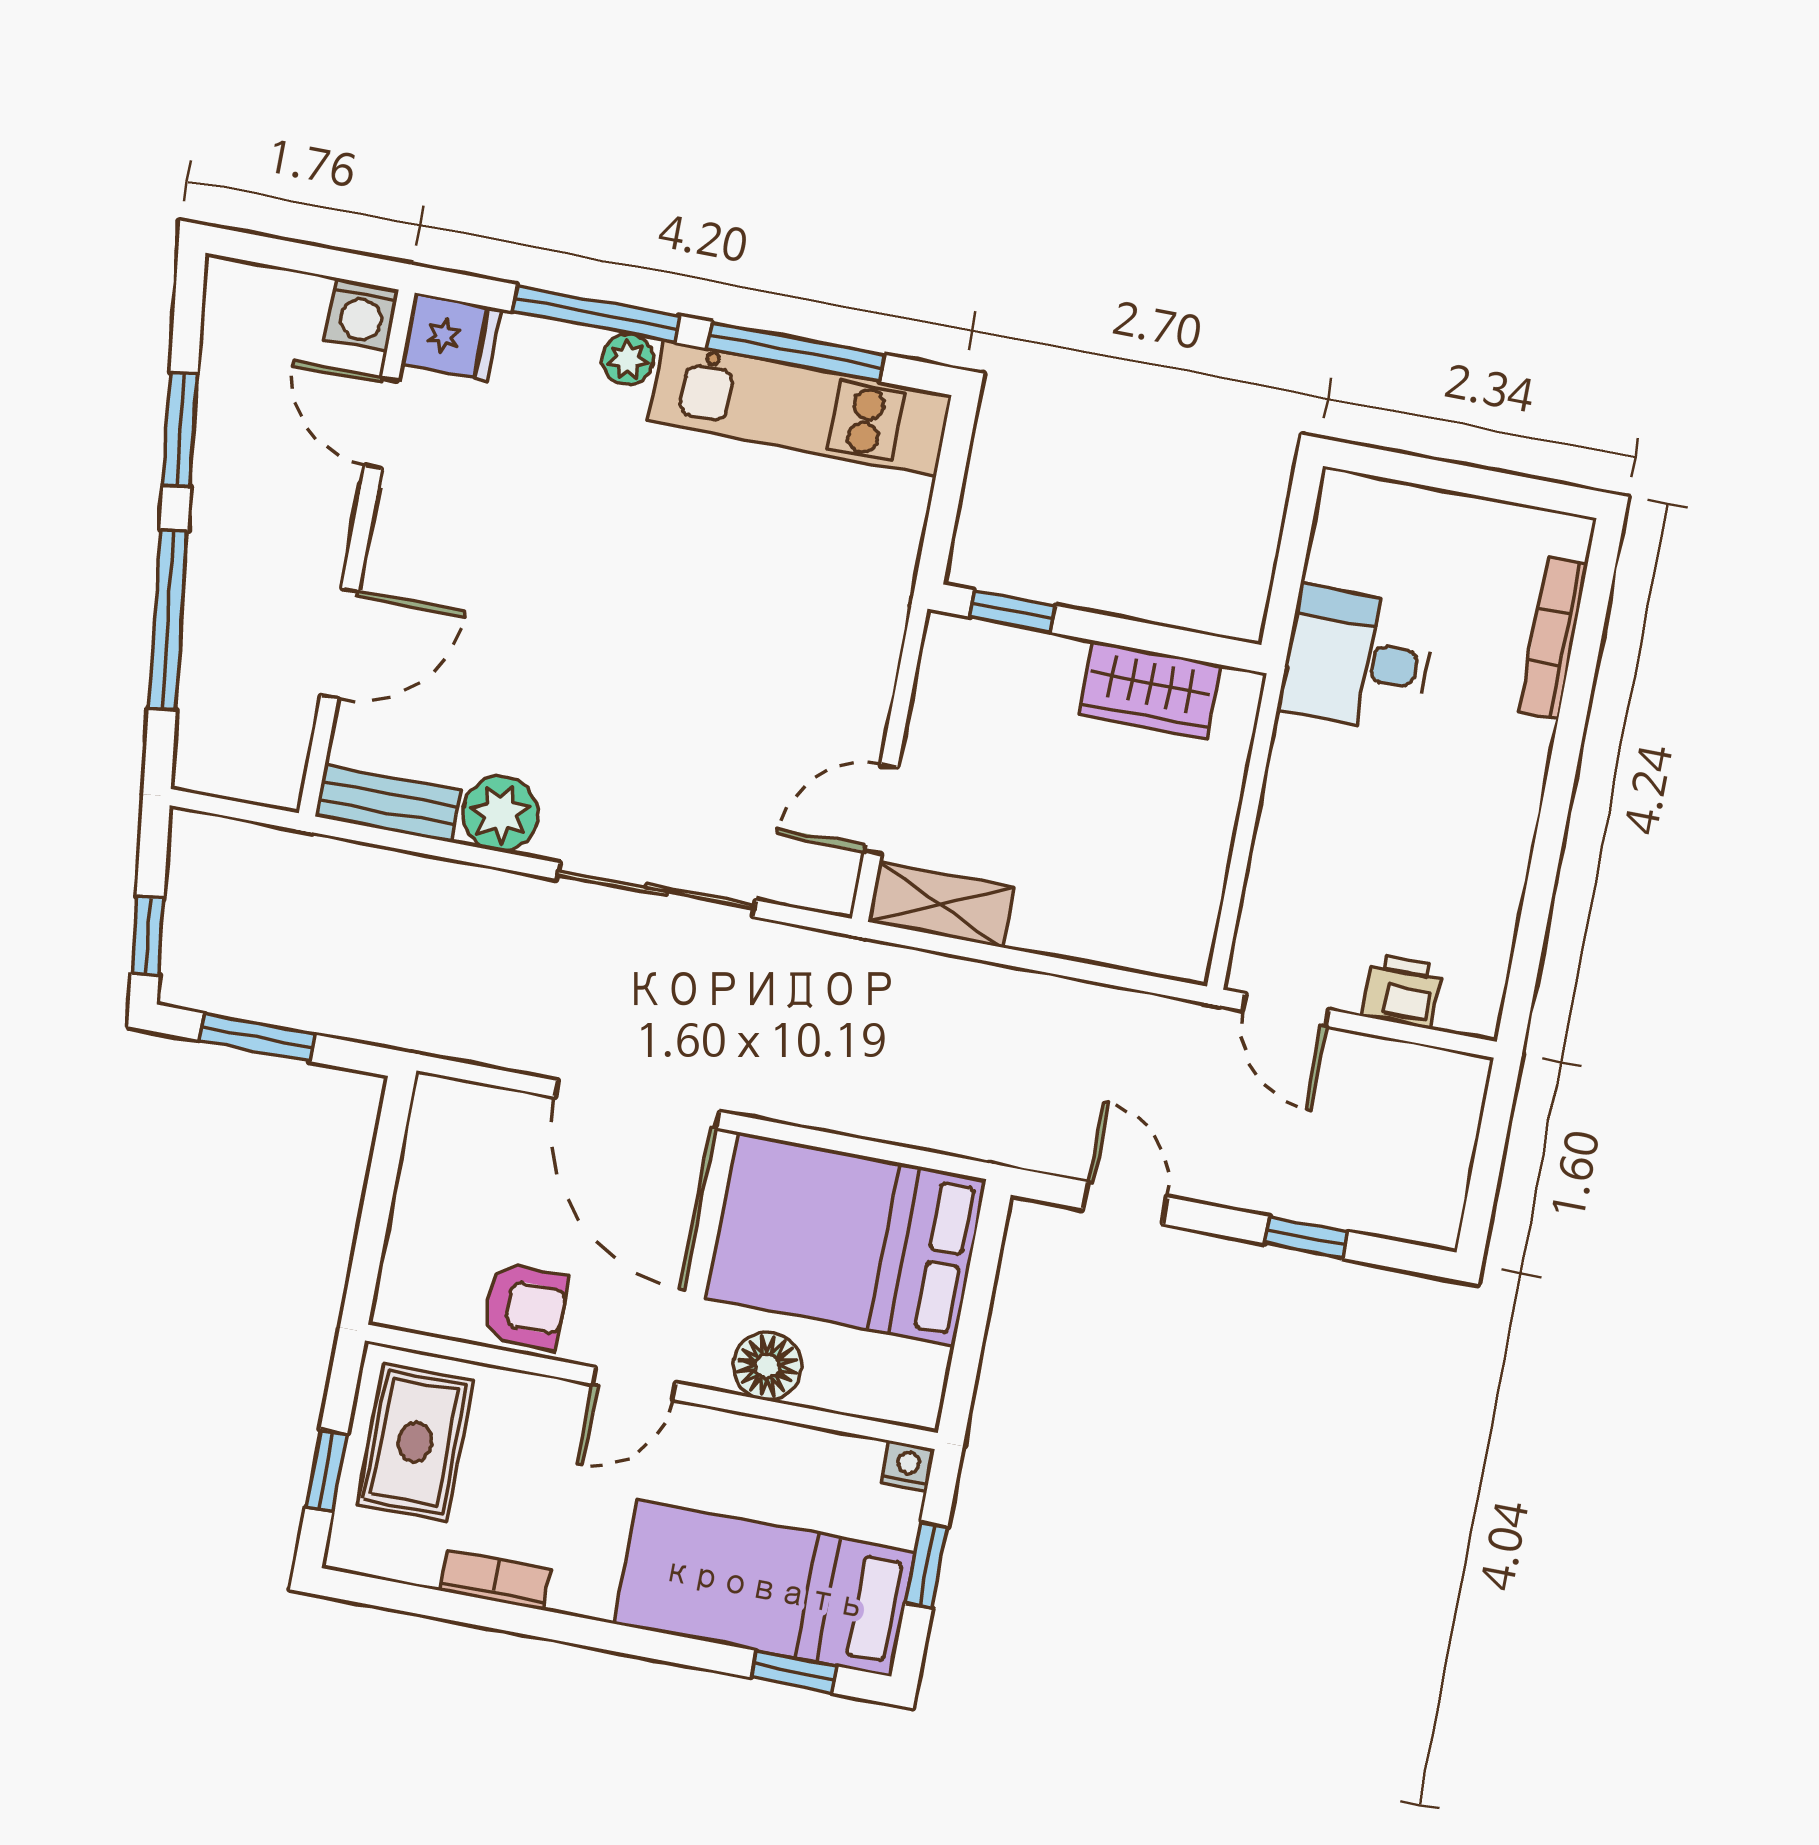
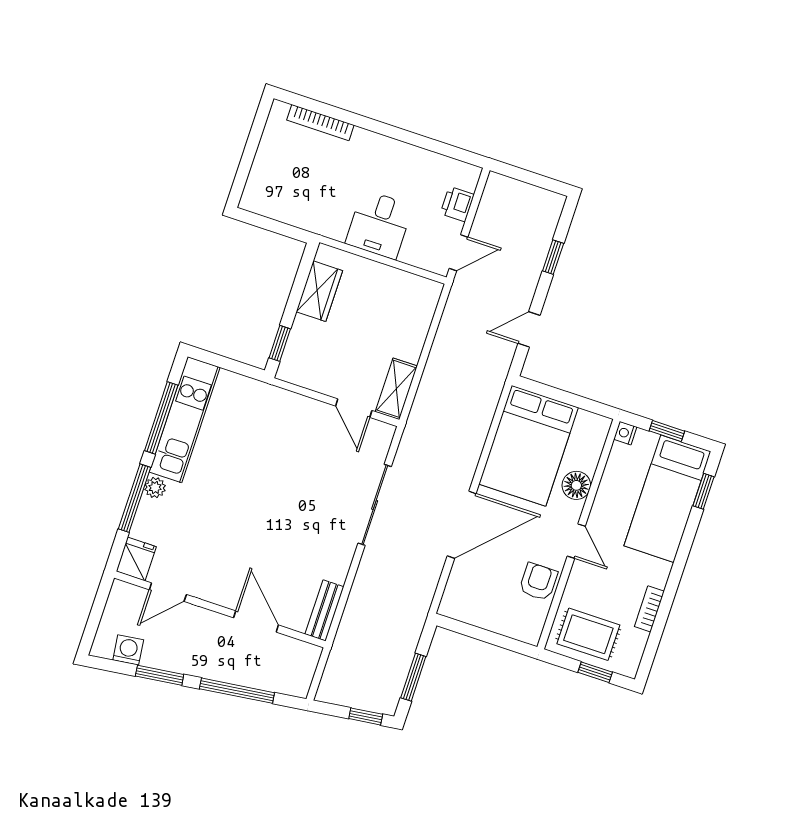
washing machine: (362, 315) -> (128, 650), moved, turned -97
desk: (1357, 659) -> (379, 225), moved
plant: (500, 814) -> (335, 565), removed

